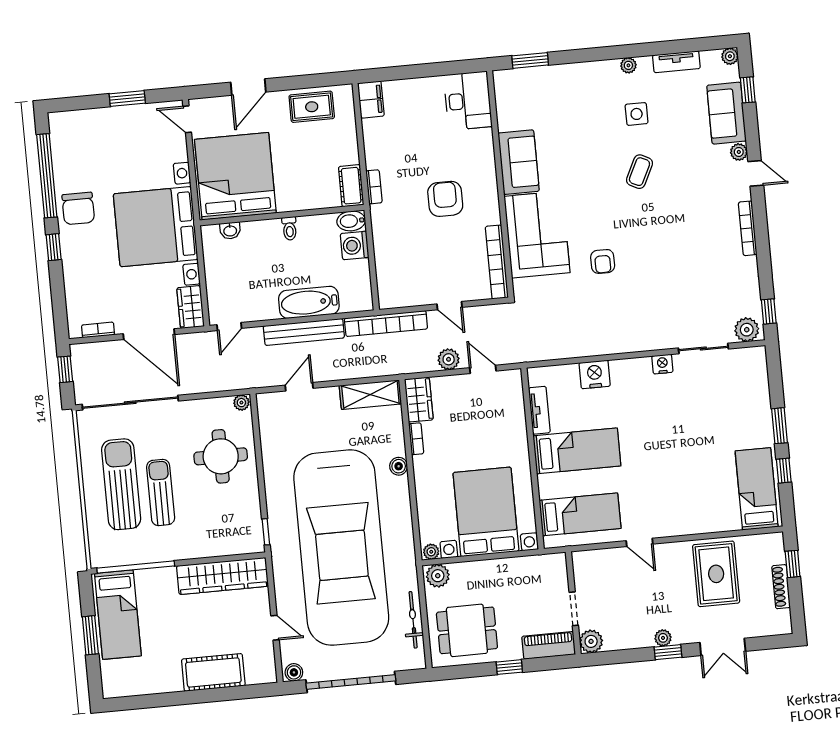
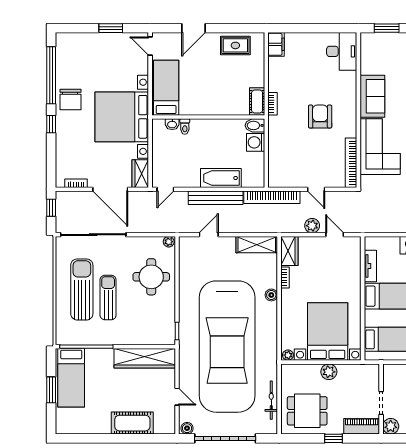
bed: (235, 176) -> (166, 88), width x0.49
toilet: (290, 228) -> (185, 127), moved
plant: (438, 576) -> (329, 372), moved

